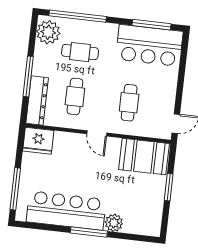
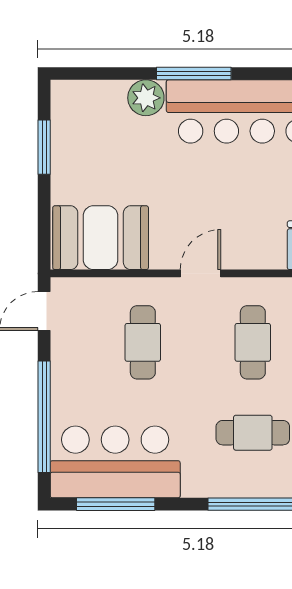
window: (182, 72) -> (44, 417), added
door: (97, 133) -> (200, 273), hinge flipped
window: (169, 187) -> (44, 147), moved

